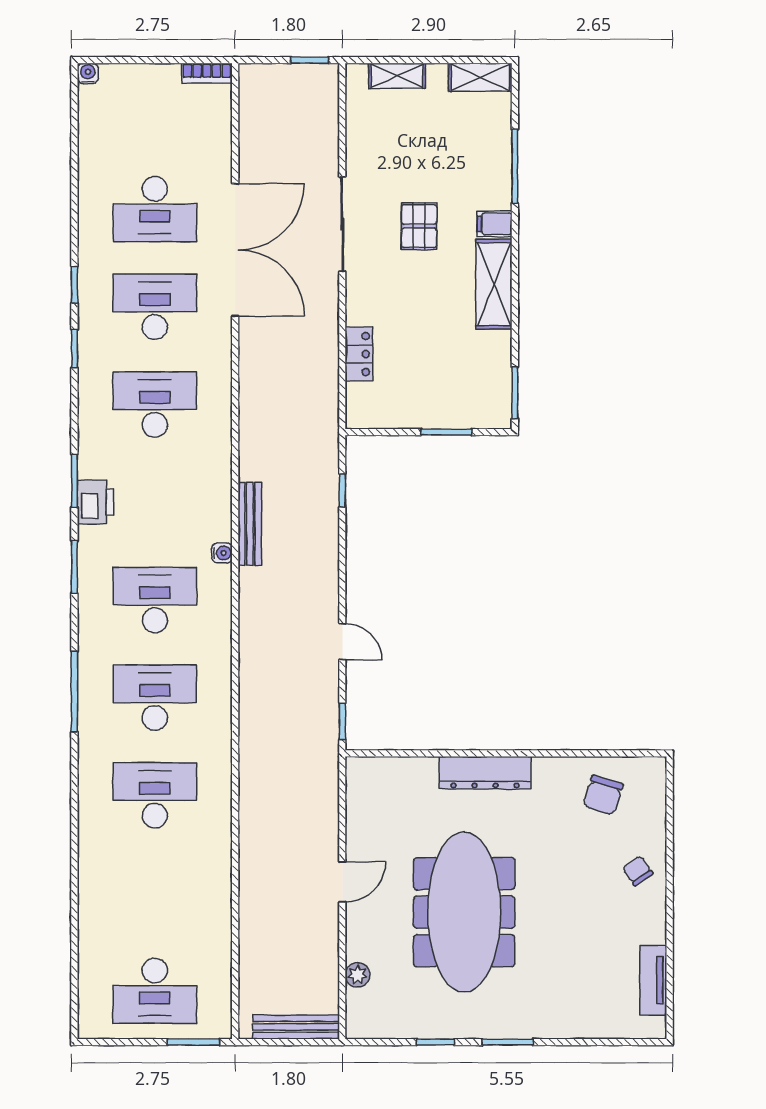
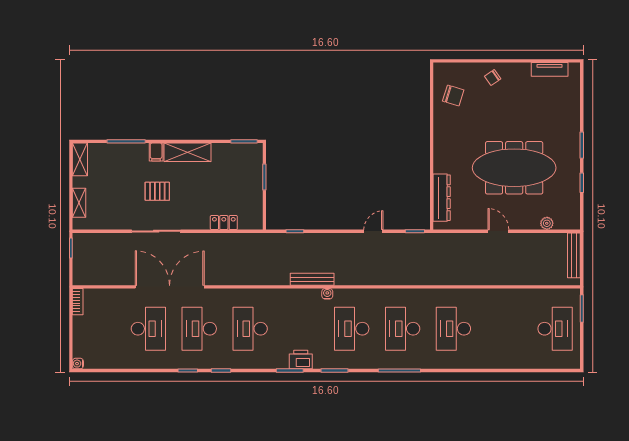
dresser: (485, 773) -> (442, 198), moved

